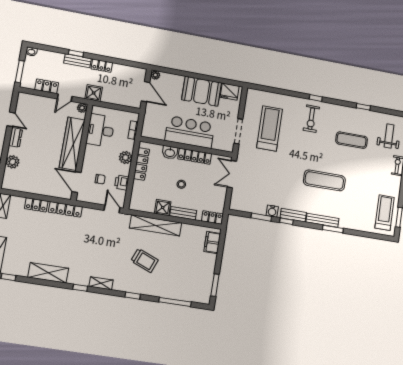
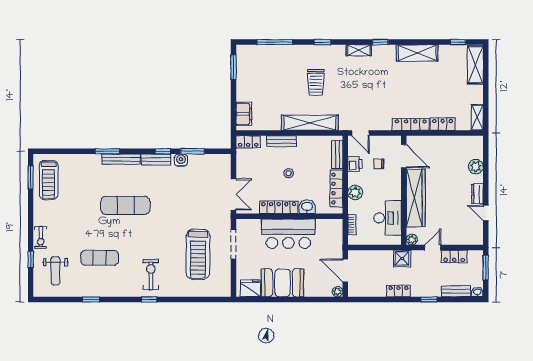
bench: (78, 61) -> (456, 291), moved
bench: (136, 193) -> (337, 155), added
shower: (163, 208) -> (305, 144), removed
trolley: (144, 260) -> (316, 82), turned -112

